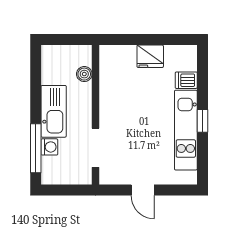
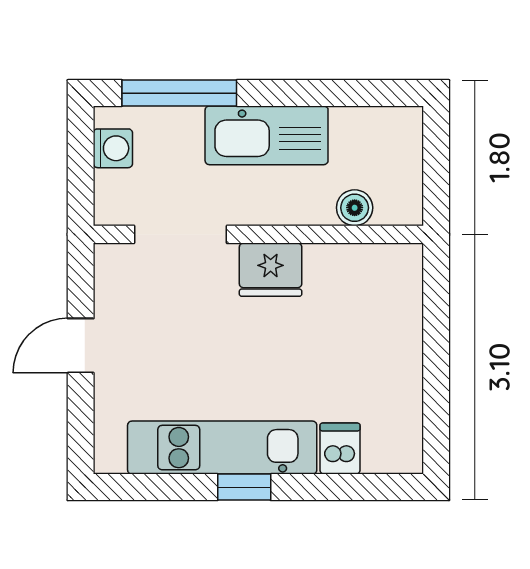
fridge: (150, 56) -> (271, 270), moved, turned -90
washing machine: (49, 147) -> (113, 148), moved, turned -90

